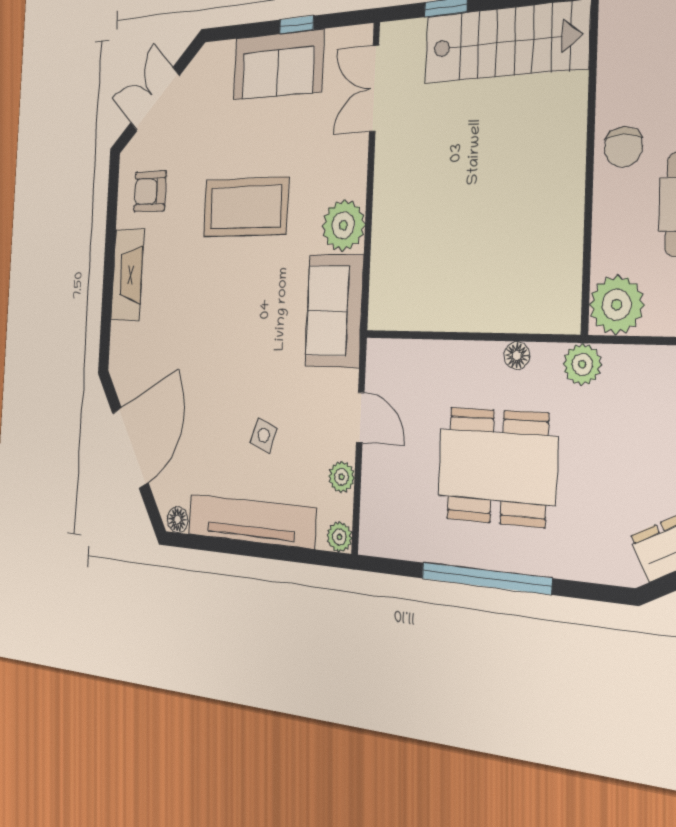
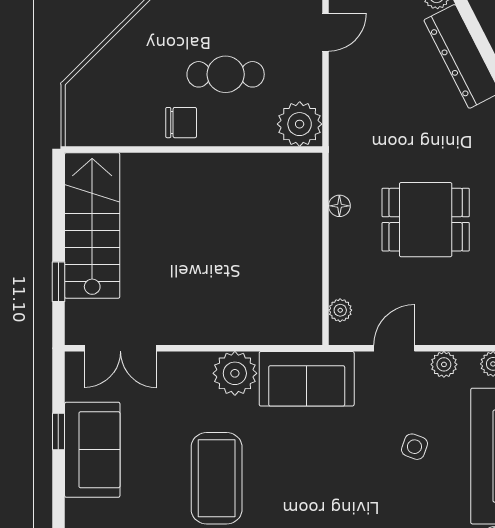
plant: (582, 364) -> (340, 310), moved, width x0.73, depth x0.73
dining table: (497, 467) -> (426, 220), width x0.73

